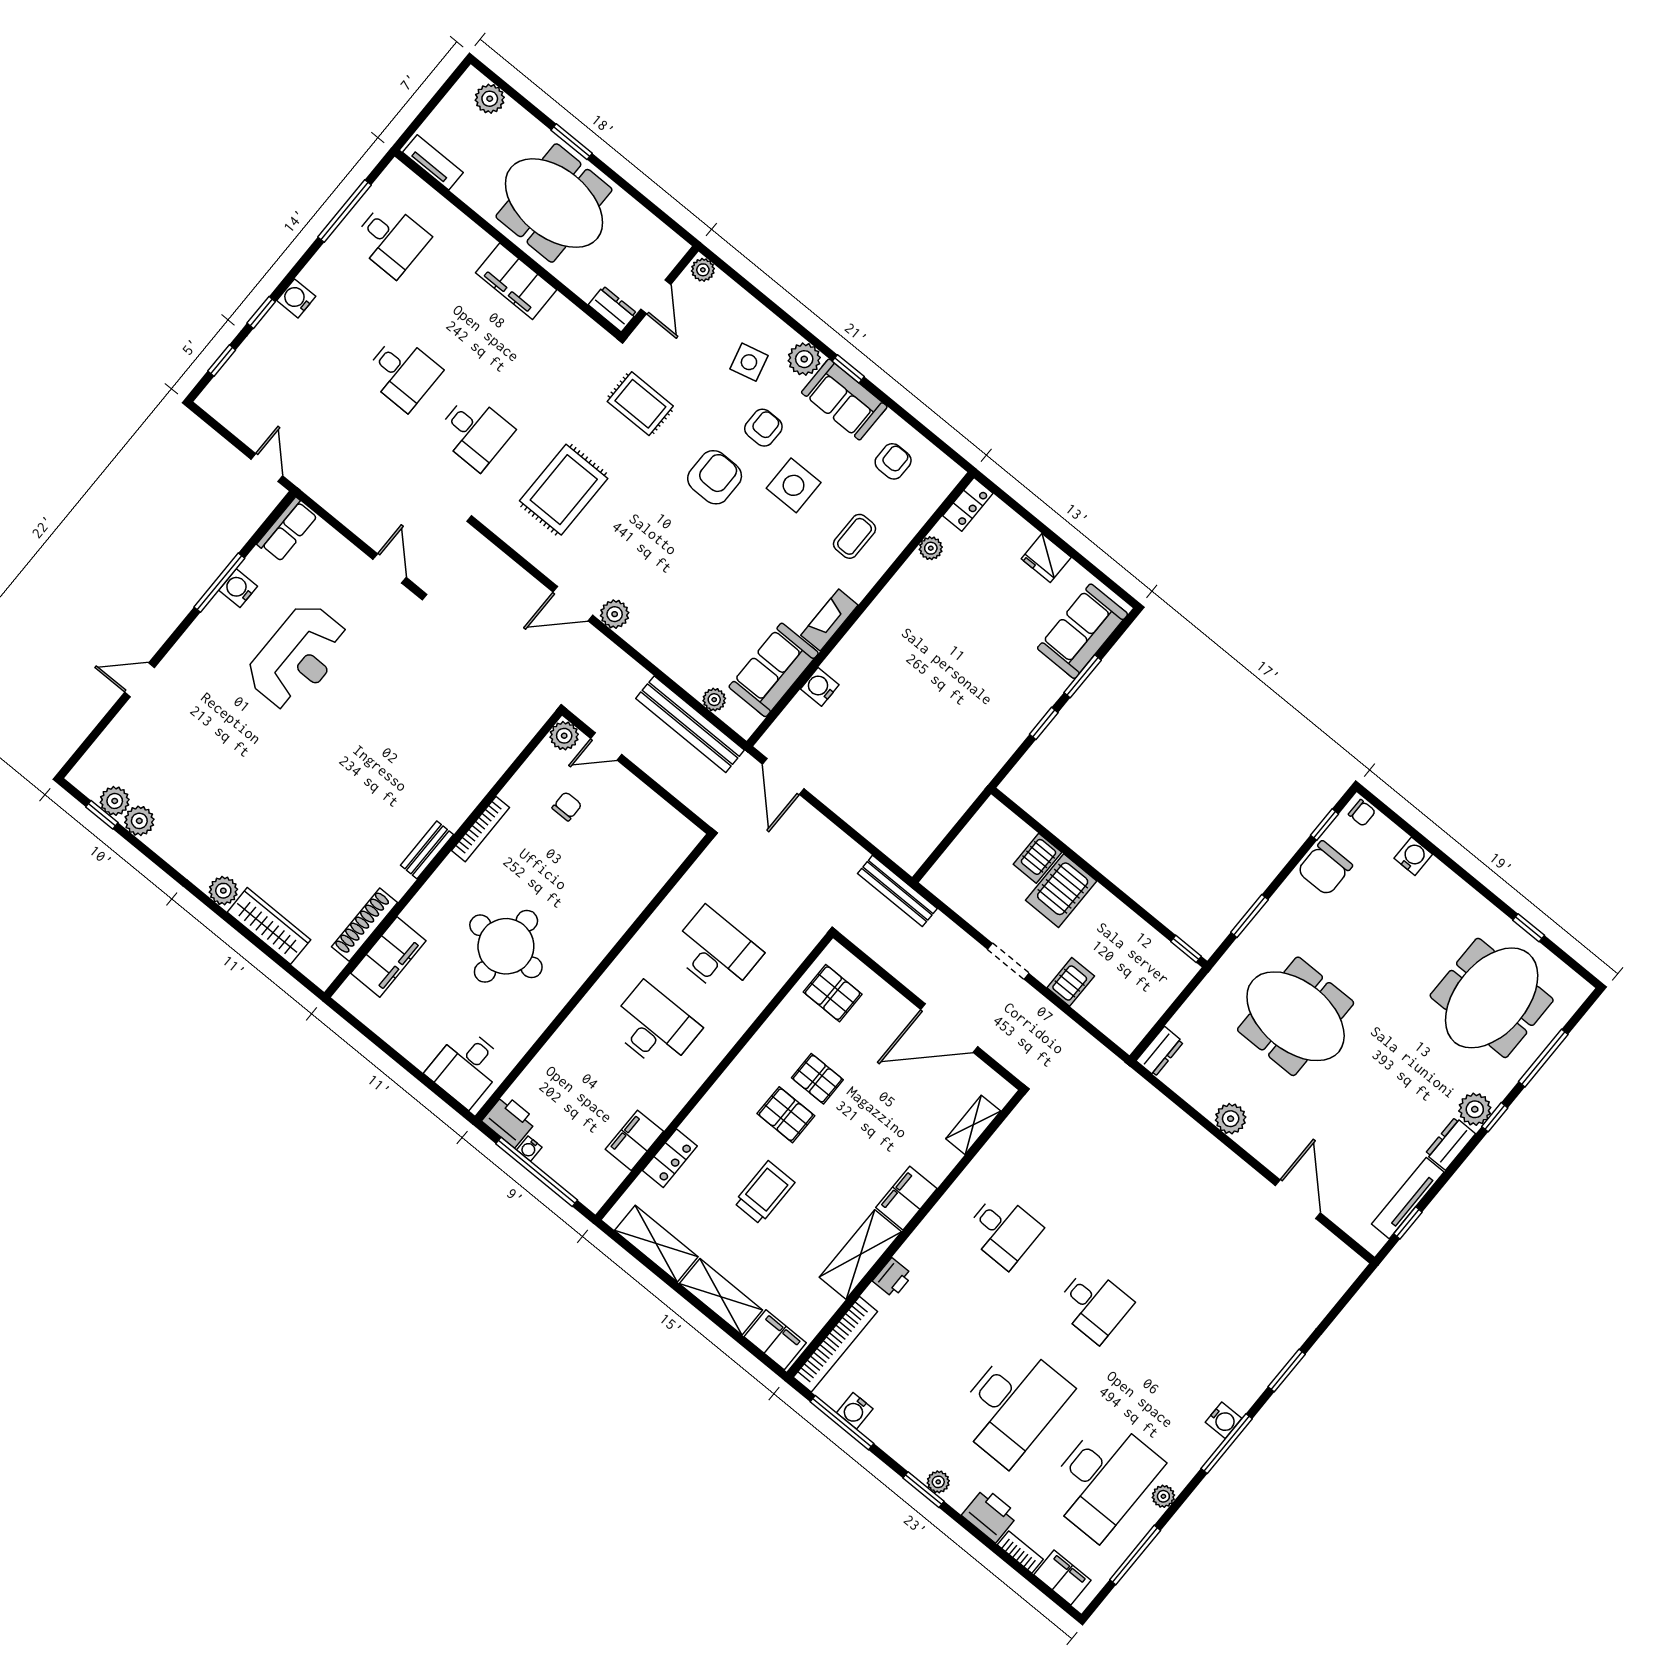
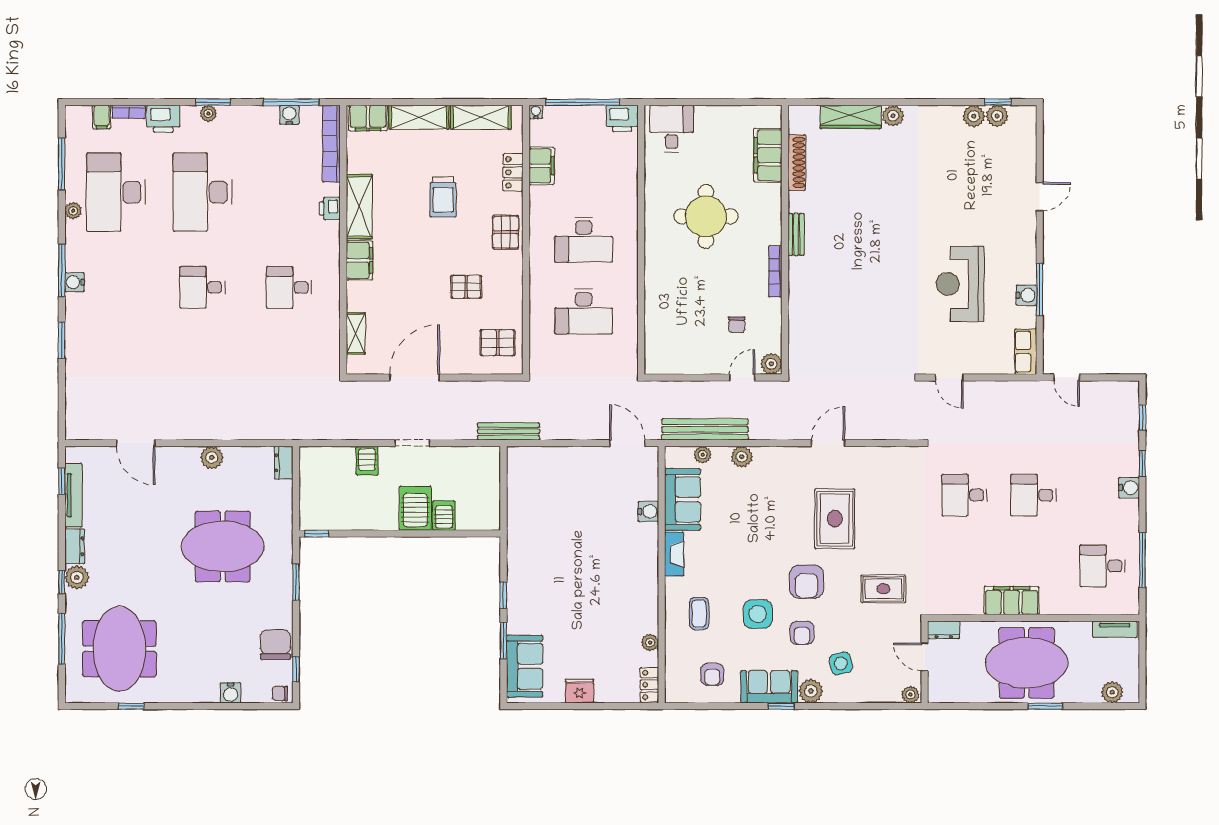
rug: (564, 490) -> (835, 519), moved
plant: (615, 614) -> (742, 457), moved
pallet: (786, 1115) -> (506, 232), moved, turned 90
water cooler: (529, 1149) -> (536, 112), moved
filing cabinet: (1062, 1578) -> (102, 117), width x0.50

